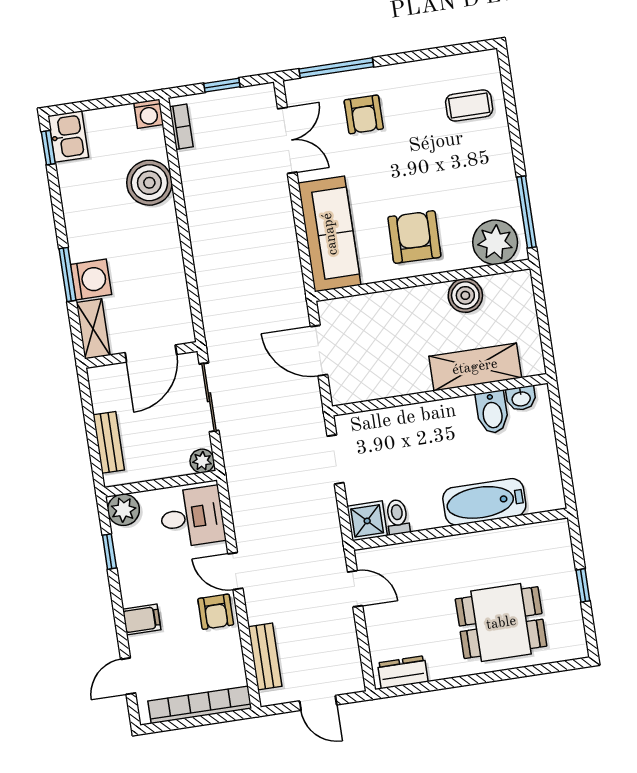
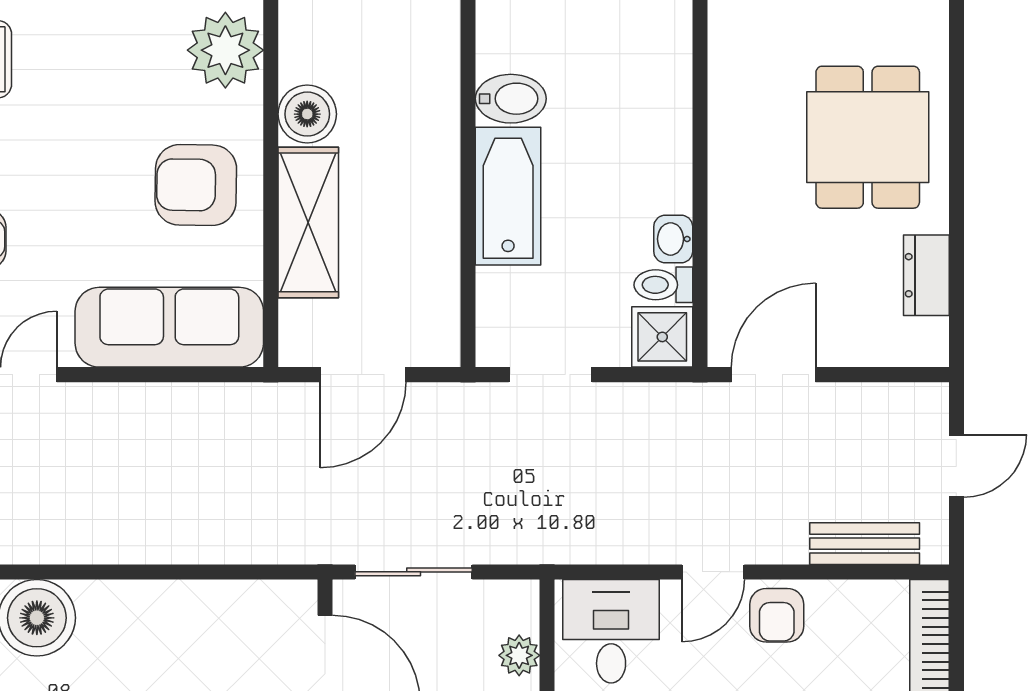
shelving: (475, 367) -> (308, 222), moved
washbasin: (521, 398) -> (673, 239), moved, turned 180
plant: (202, 461) -> (519, 655), moved
bathtub: (484, 502) -> (508, 196), moved, turned 180
door: (355, 589) -> (774, 375), width x1.37
armchair: (216, 612) -> (777, 615), turned 90
dresser: (403, 672) -> (926, 275), moved

